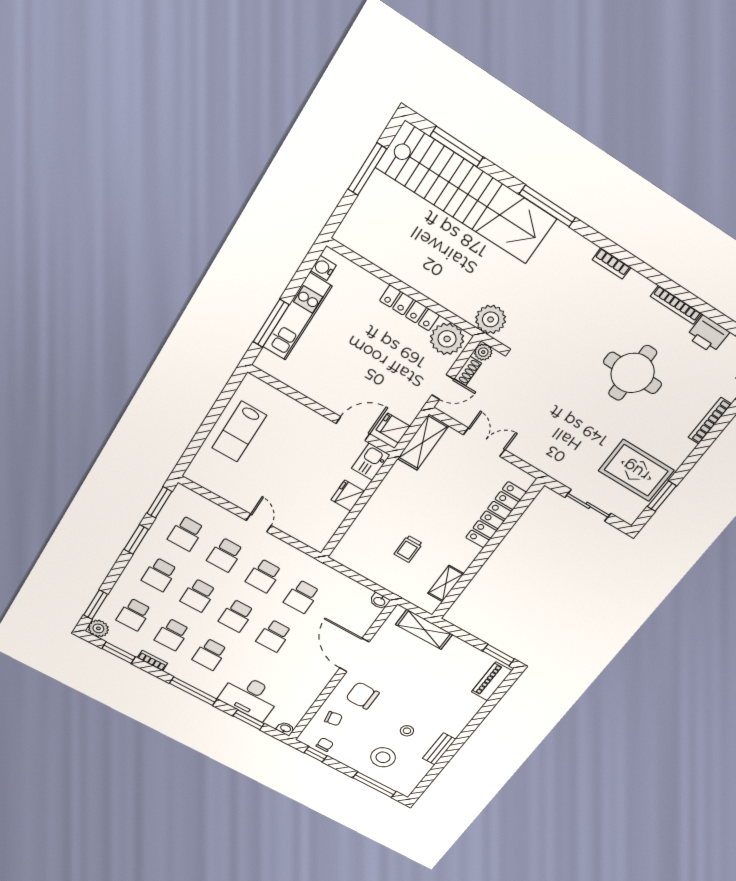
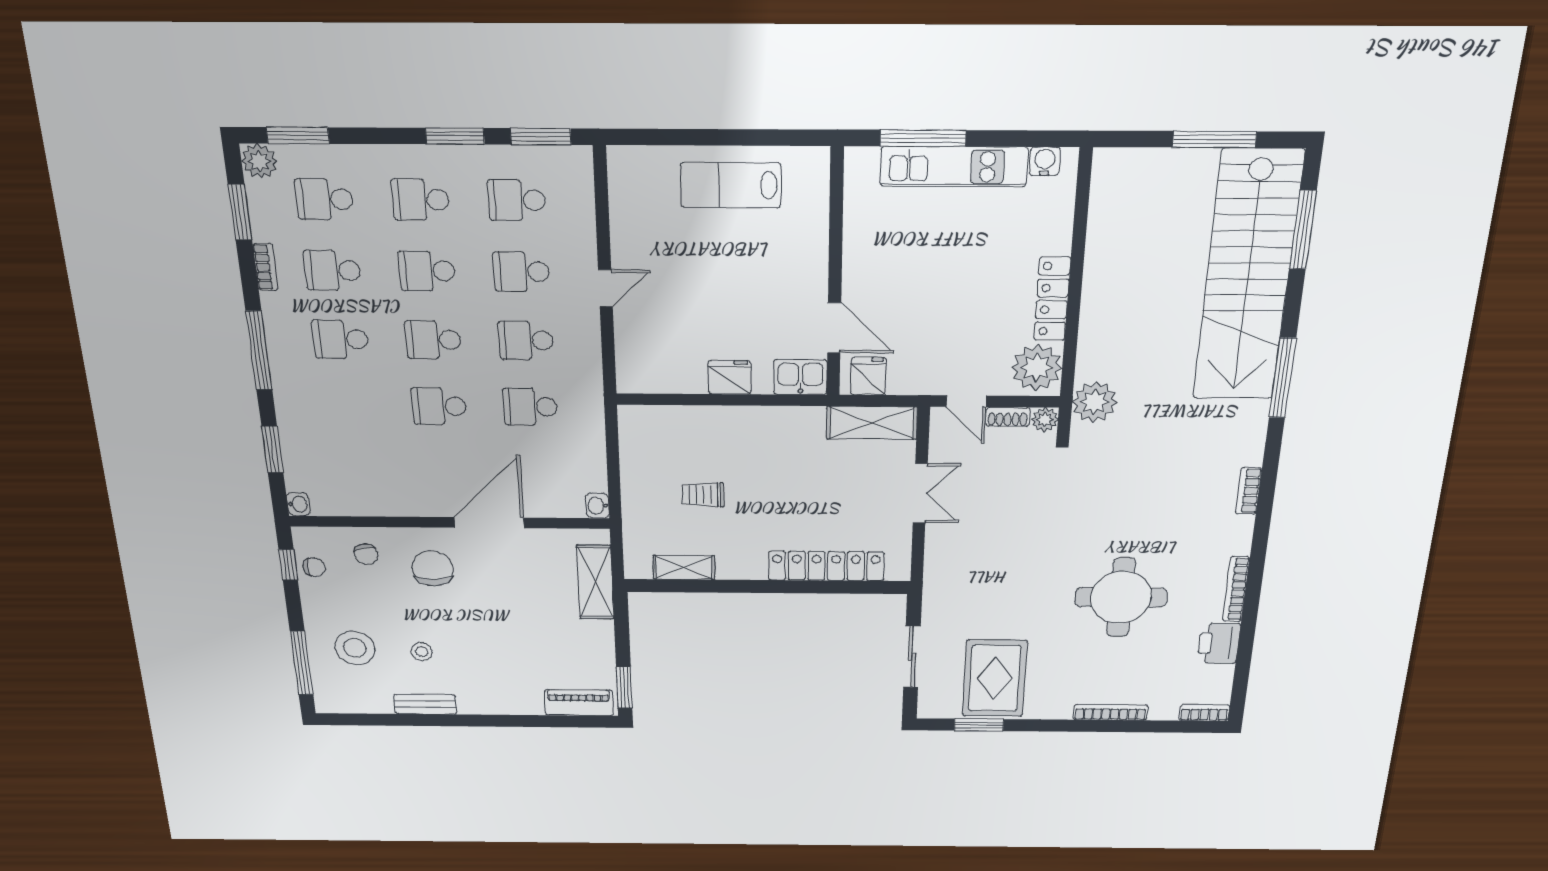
desk: (250, 697) -> (312, 430), removed

